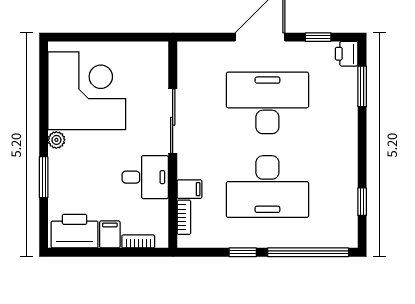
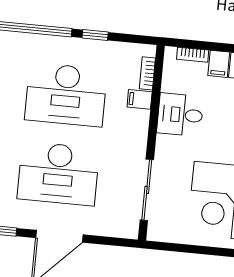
sliding door: (173, 121) -> (147, 190), moved
desk: (267, 187) -> (66, 95), turned 180

